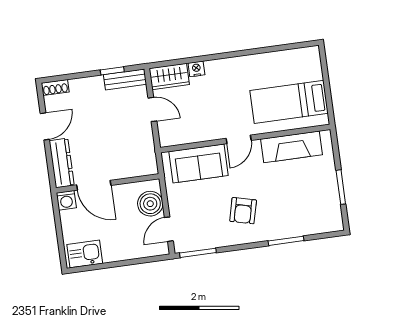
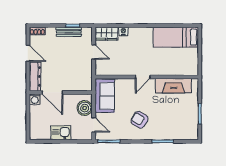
bench: (125, 79) -> (69, 32), moved
bed: (289, 102) -> (176, 37), moved
door: (45, 126) -> (28, 53), hinge flipped
sofa: (198, 163) -> (105, 96), moved, turned -90
armchair: (243, 211) -> (139, 120), turned 107
door: (169, 229) -> (94, 125), swing flipped
kitchen sink: (85, 254) -> (61, 133), moved

